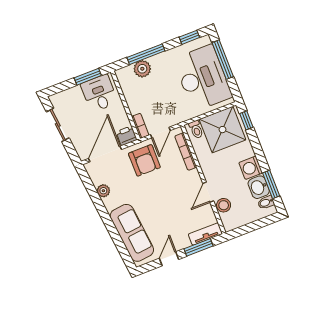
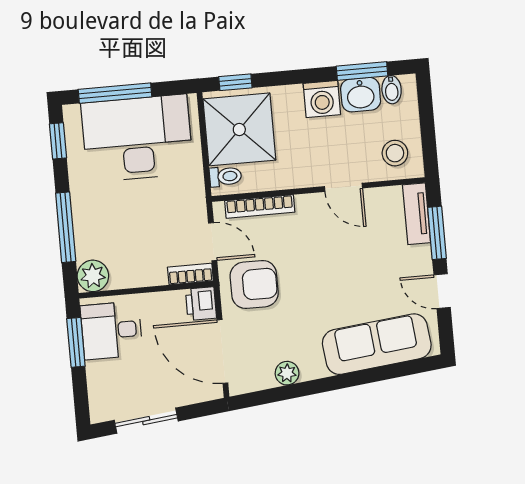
plant: (142, 69) -> (93, 276), moved
stool: (224, 205) -> (395, 153), moved

